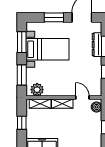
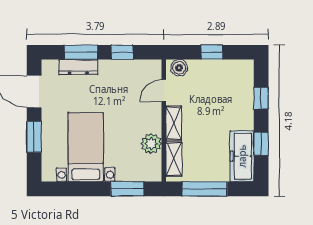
window: (22, 42) -> (74, 189), removed
plant: (37, 90) -> (151, 144), moved
window: (22, 123) -> (205, 189), width x2.17

